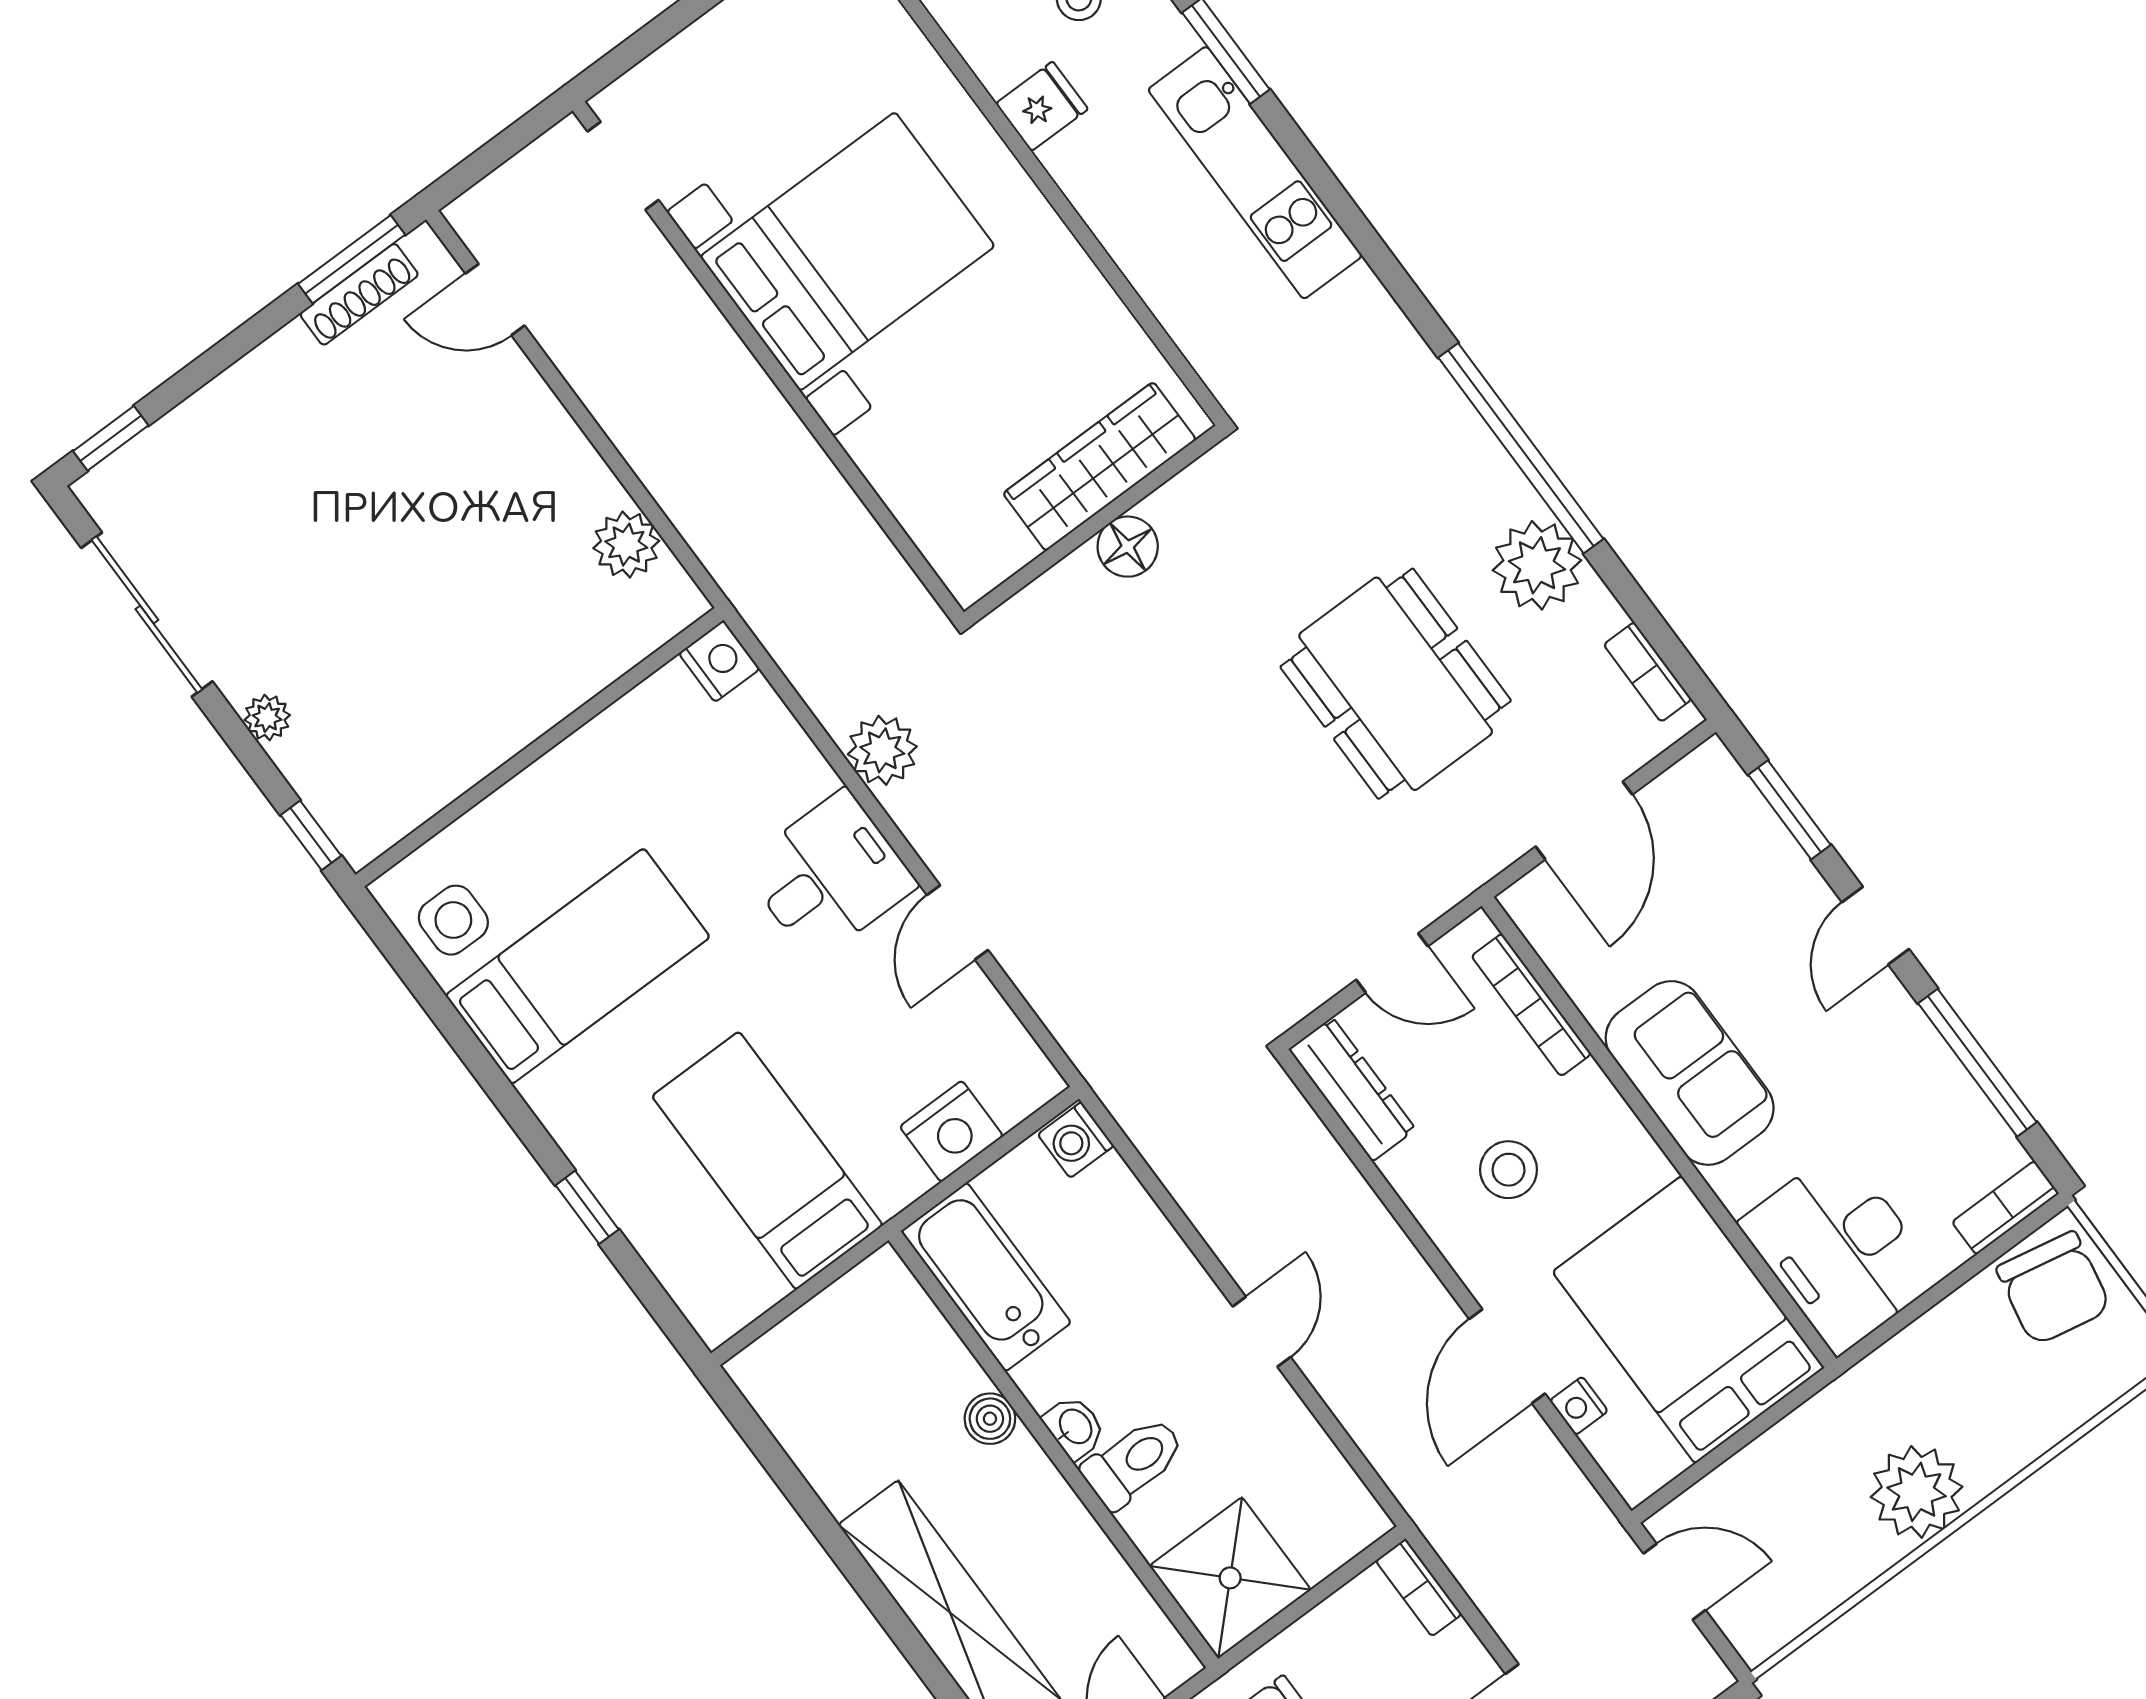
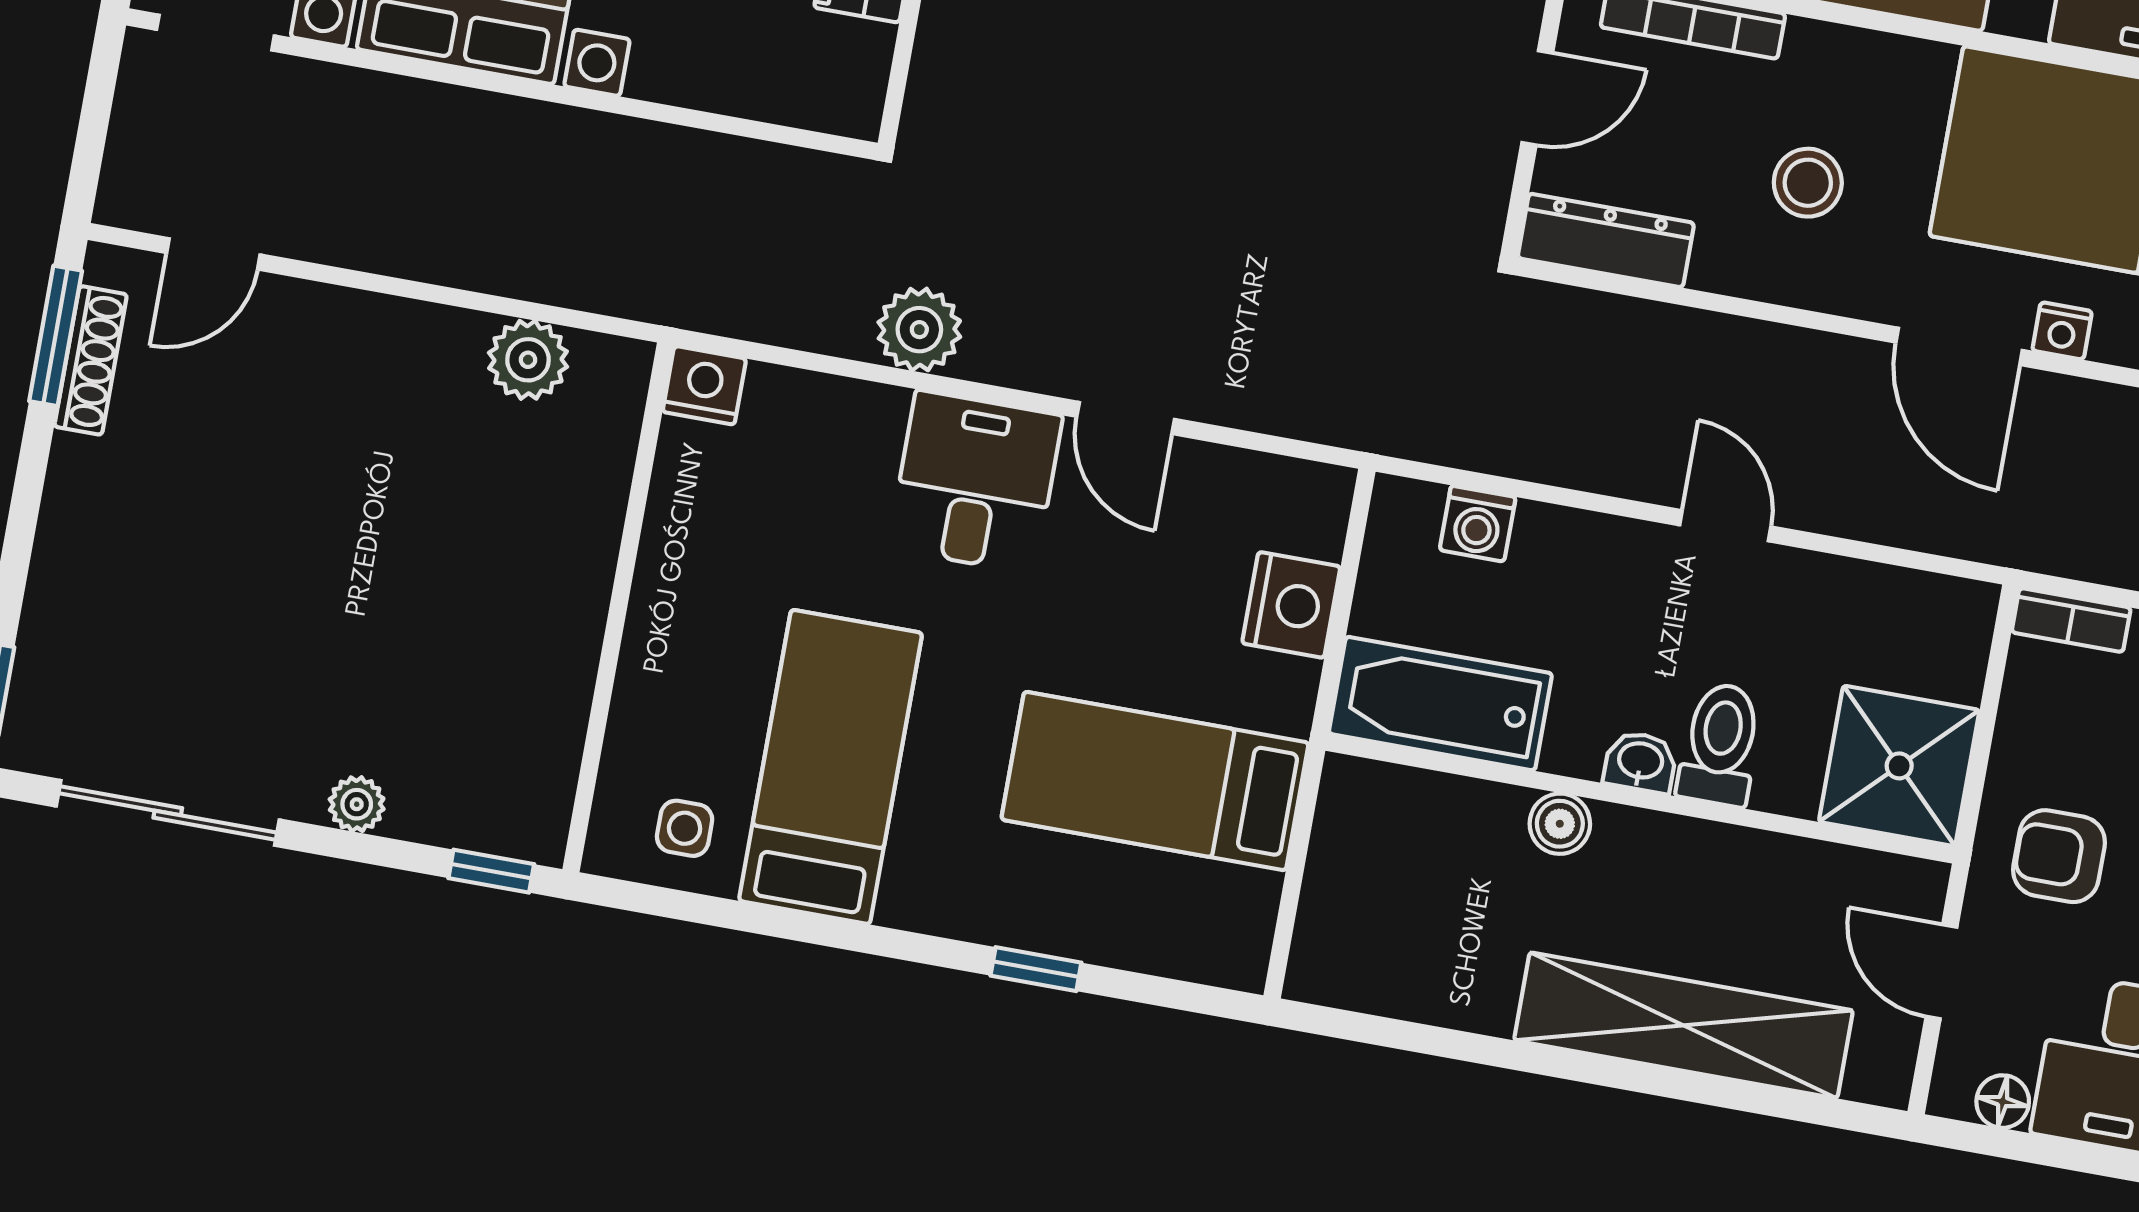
side table: (453, 920) -> (685, 828), width x0.73, depth x0.73
washing machine: (1076, 1140) -> (1478, 524), moved

